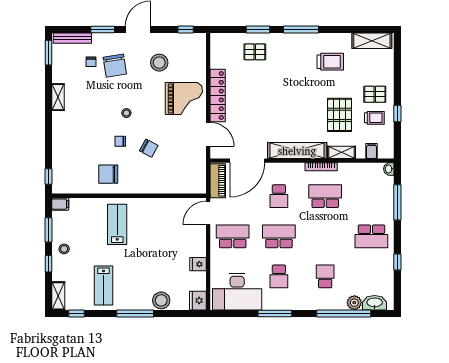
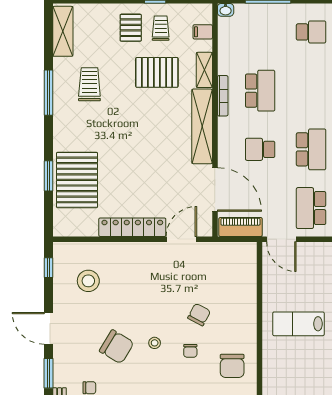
window: (301, 29) -> (48, 93), moved
pallet: (255, 52) -> (77, 180), width x2.05, depth x2.00
stool: (159, 63) -> (88, 281), moved
chair: (115, 66) -> (117, 347), moved, turned 40
grand piano: (184, 98) -> (136, 270), removed
school desk: (279, 196) -> (260, 149), turned 180
school desk: (325, 196) -> (260, 91), turned 180
lab bench: (117, 224) -> (298, 324), moved
school desk: (279, 236) -> (311, 149), turned 180
school desk: (371, 236) -> (311, 32), width x0.54

